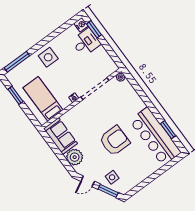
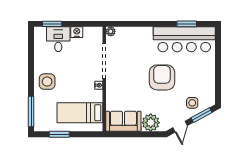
nightstand: (81, 25) -> (77, 32), moved

